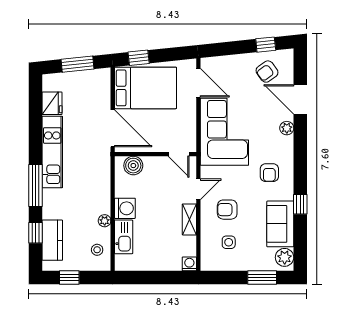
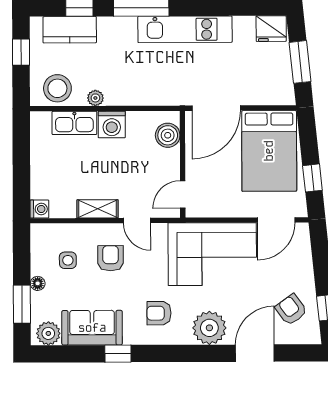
window: (139, 58) -> (312, 178), moved
fridge: (52, 103) -> (271, 29), moved
plant: (287, 128) -> (209, 328), width x1.87, depth x1.87
stool: (97, 250) -> (57, 88), width x1.89, depth x1.89
floor lamp: (246, 265) -> (38, 283), added

